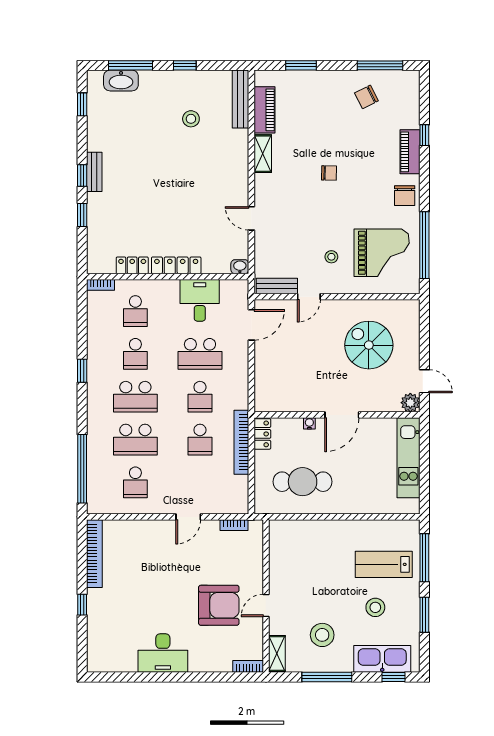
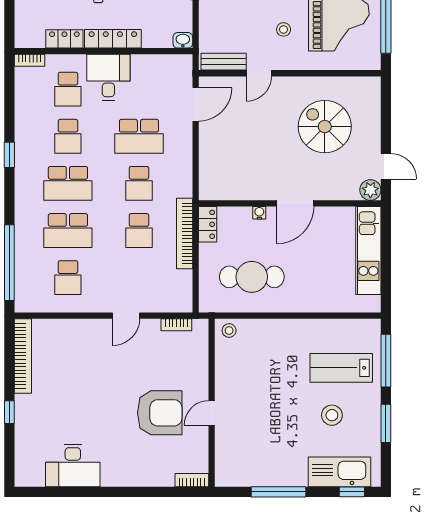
desk: (200, 300) -> (108, 77), moved
stool: (322, 635) -> (229, 331), moved, width x0.53, depth x0.53
desk: (163, 653) -> (73, 465), moved
shelving: (277, 653) -> (224, 466), removed

